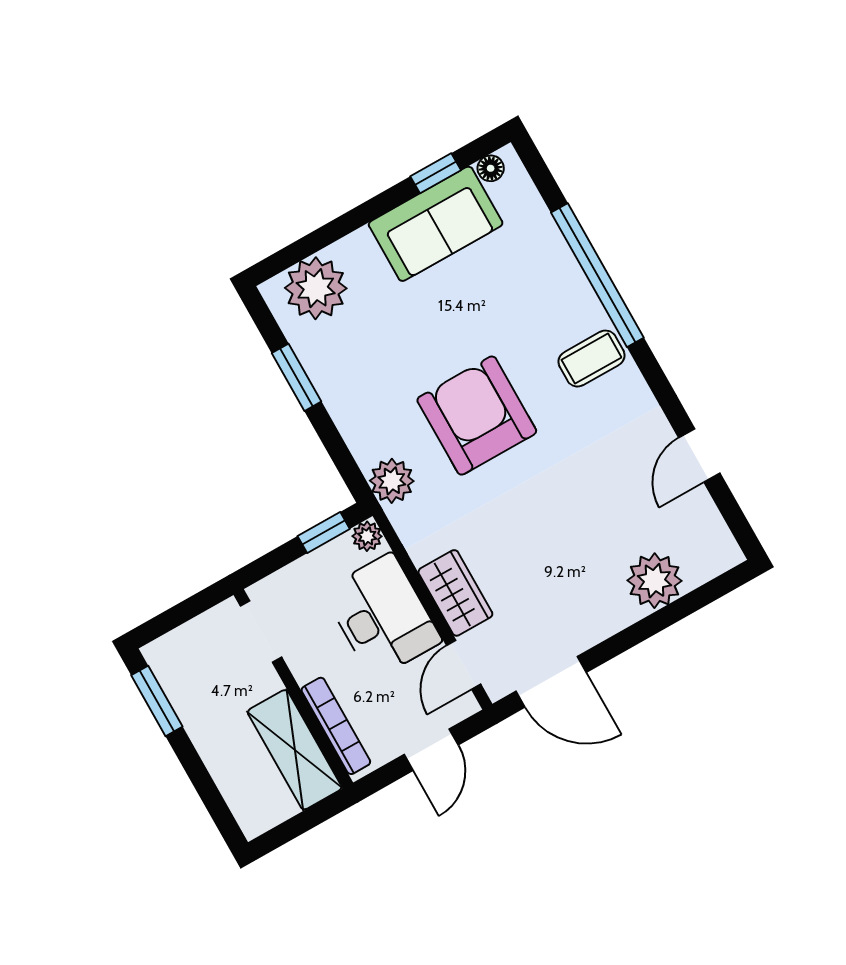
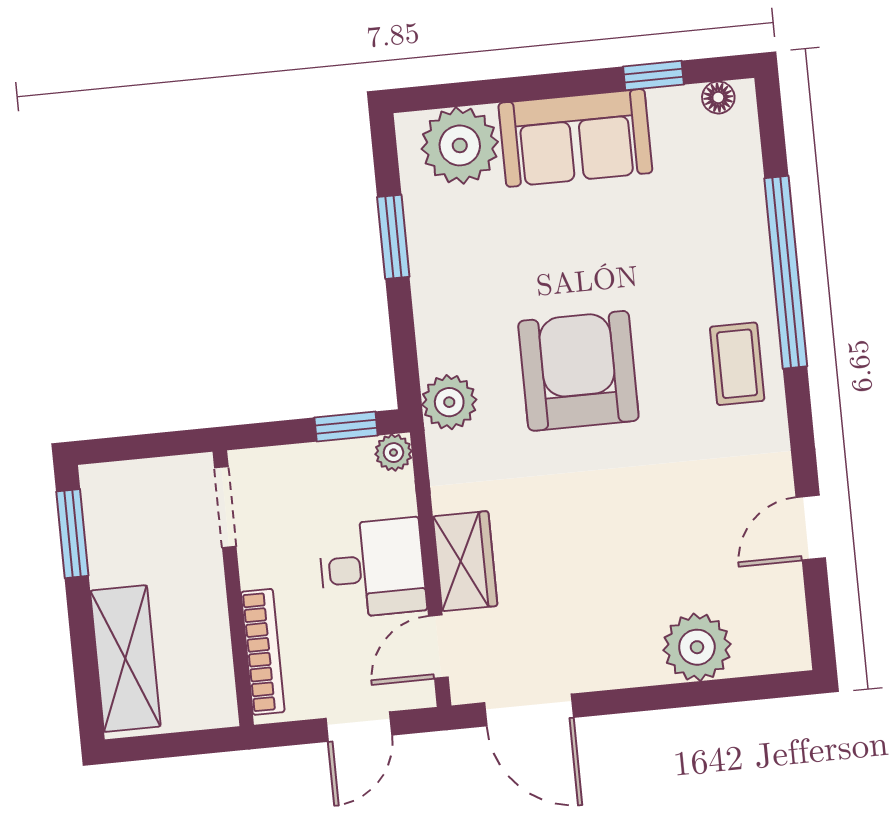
sofa: (436, 224) -> (575, 138), moved
coffee table: (591, 359) -> (737, 364), turned 90
desk: (382, 616) -> (372, 568), width x0.73
shelving: (295, 750) -> (125, 659), moved

